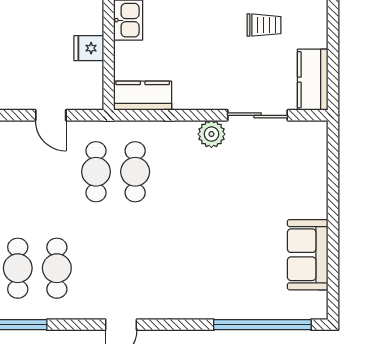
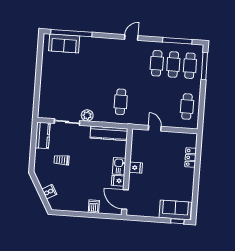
fridge: (89, 48) -> (136, 168), moved
kitchen counter: (143, 96) -> (109, 133), width x1.50
cafe table: (96, 172) -> (137, 103), removed
sofa: (308, 255) -> (64, 43), moved, turned 90

